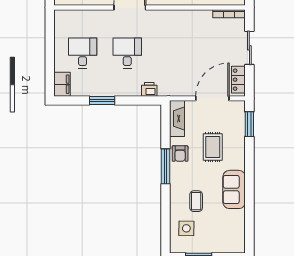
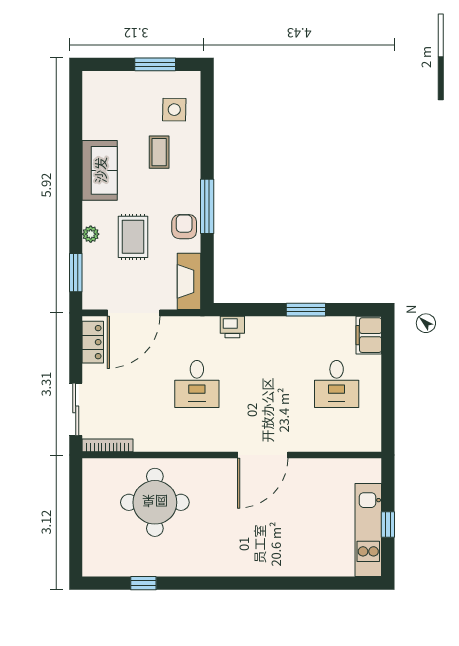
sliding door: (249, 48) -> (76, 409), moved
desk: (127, 53) -> (197, 384), moved
plant: (240, 149) -> (91, 234), added

